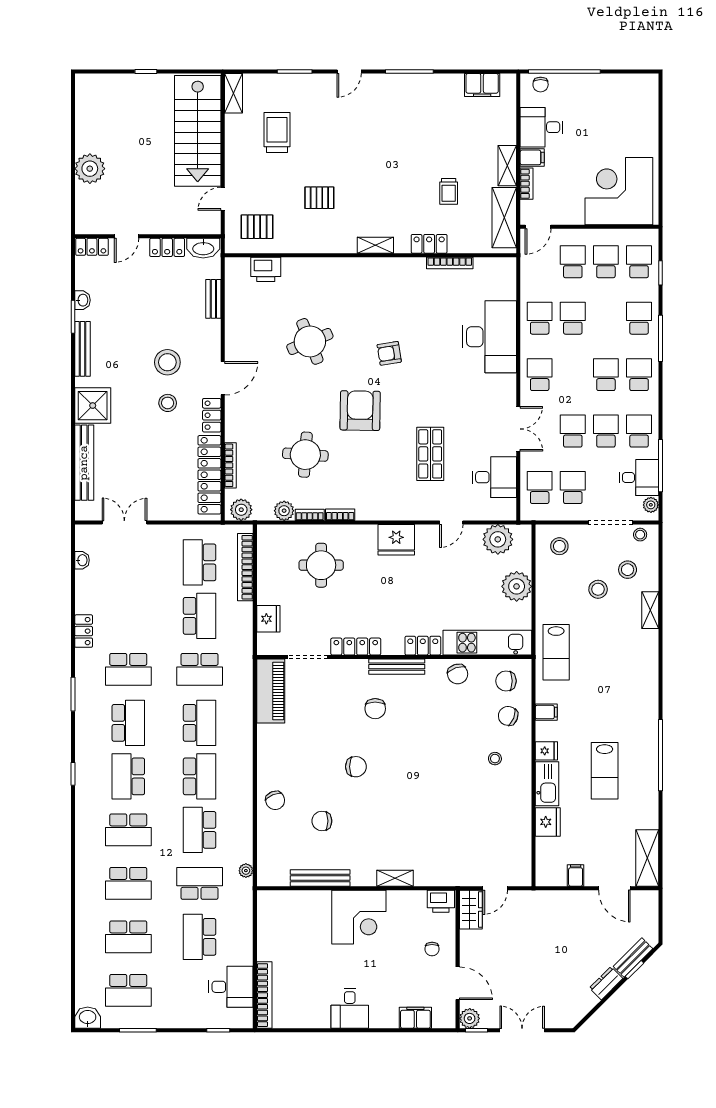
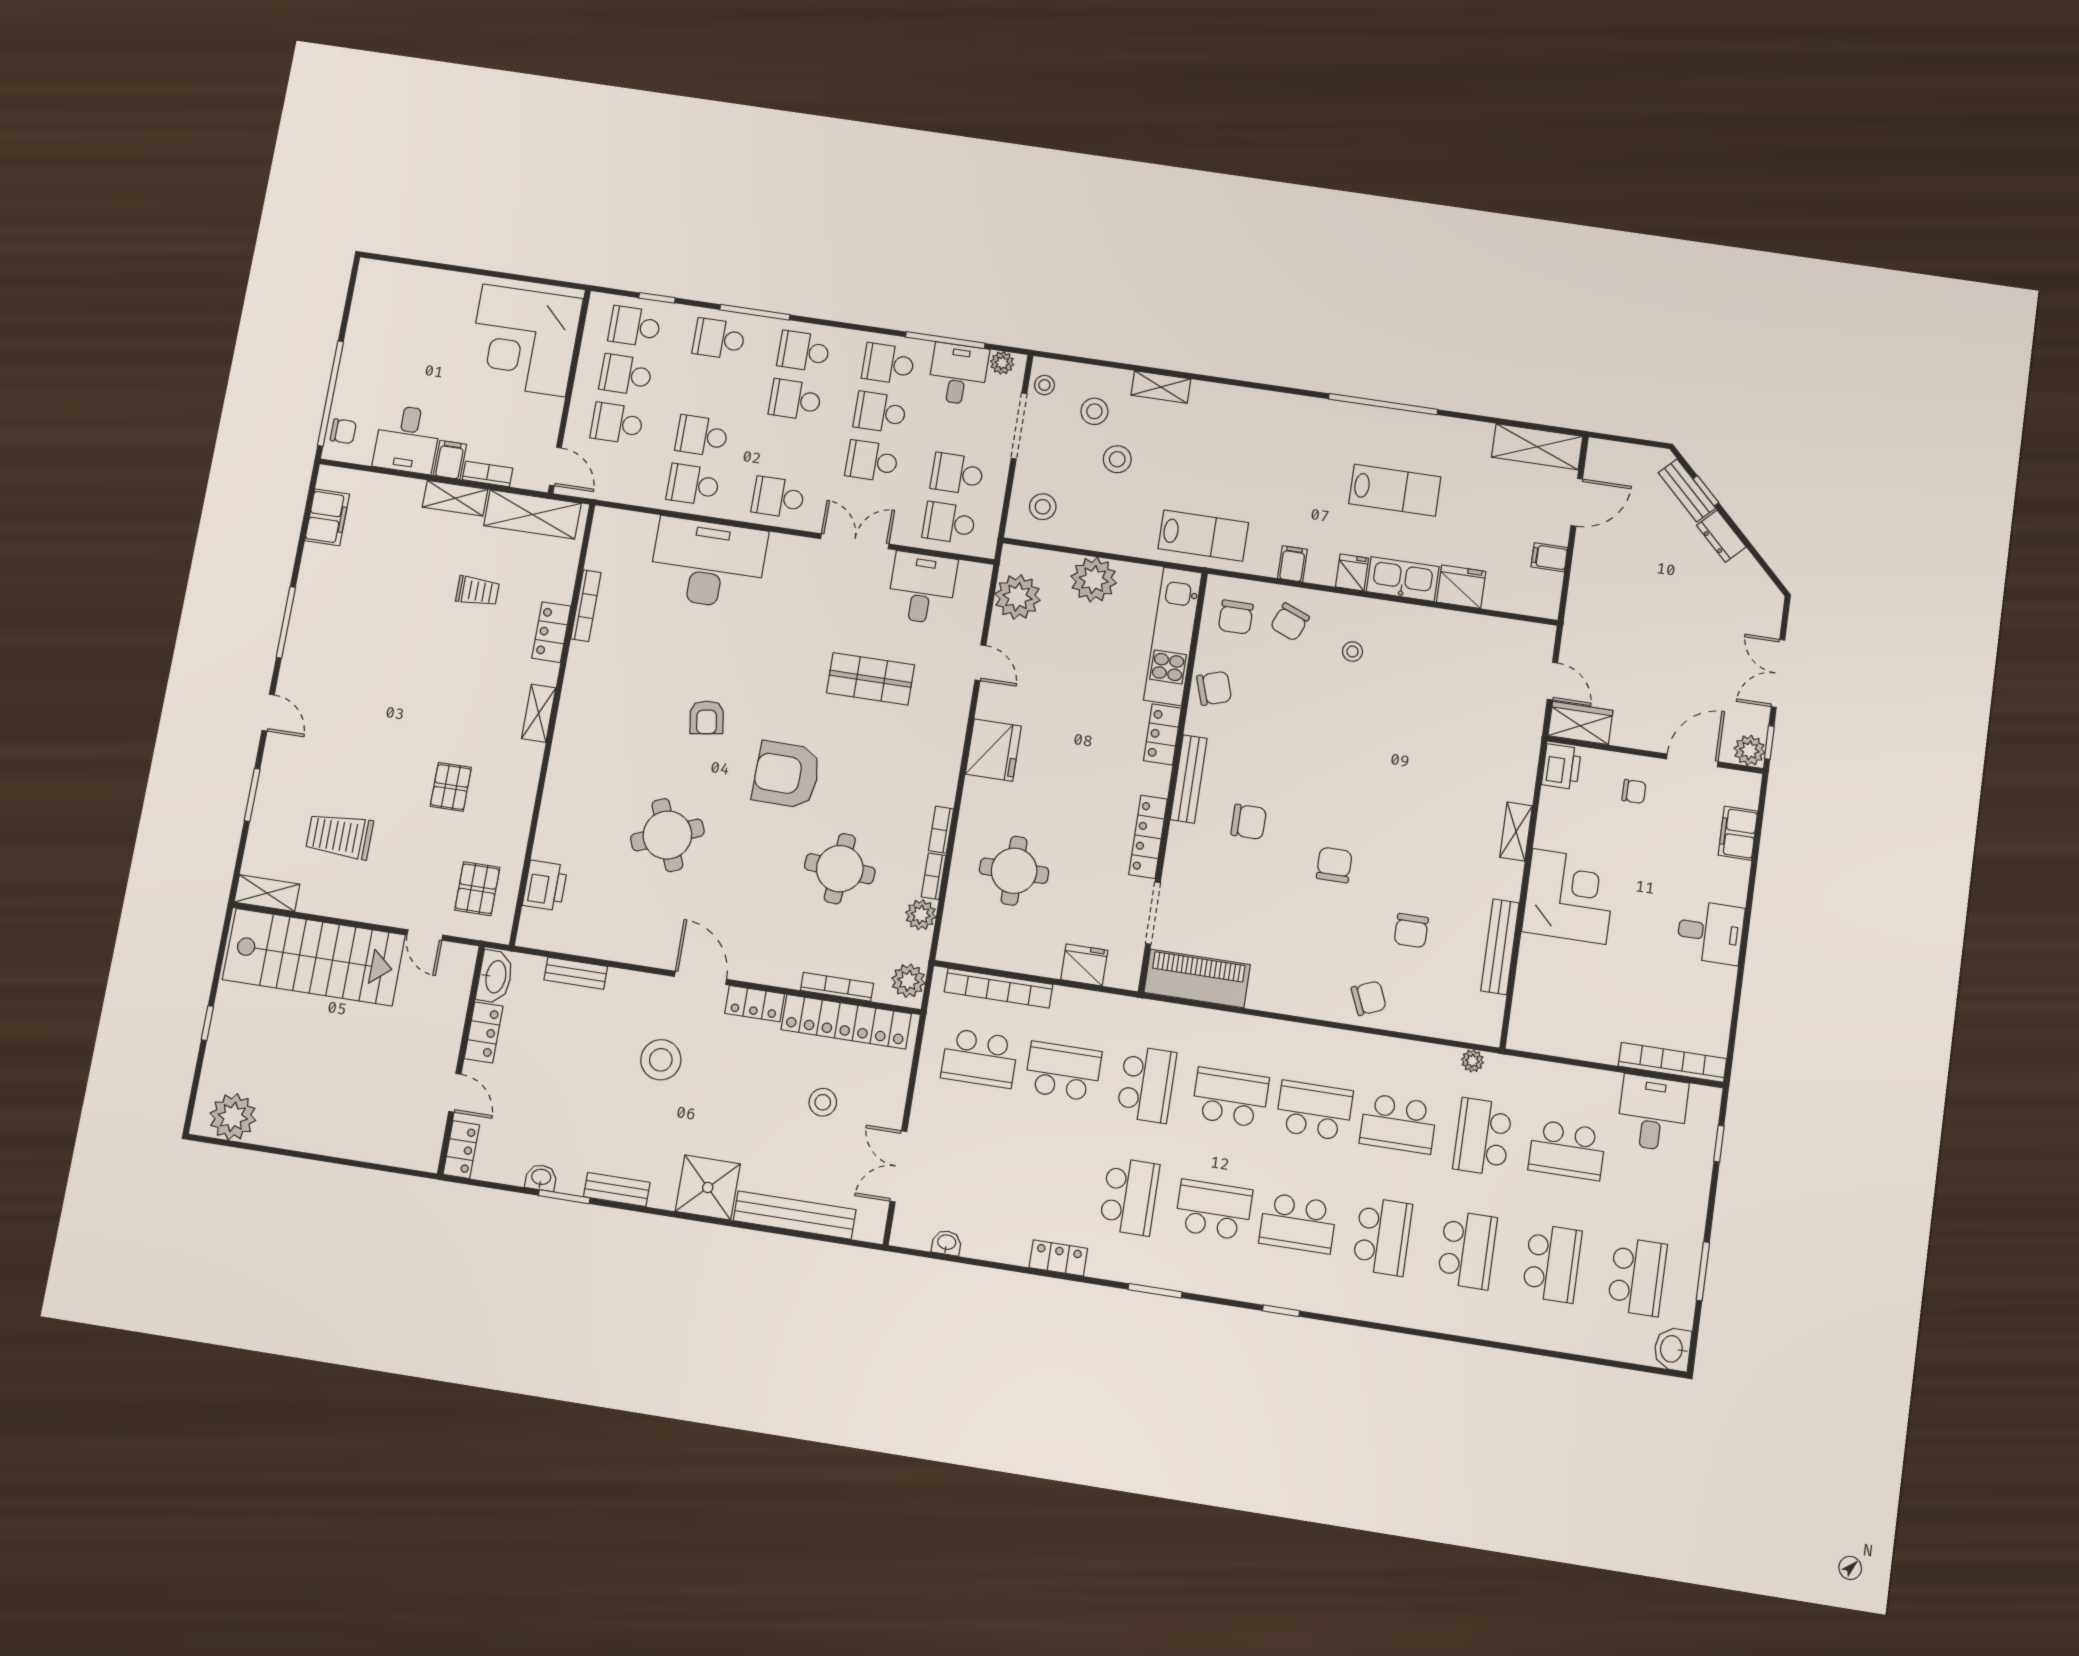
plant: (90, 169) -> (233, 1117), moved
bench: (83, 349) -> (617, 1190), width x0.73
stool: (168, 403) -> (823, 1102), moved

